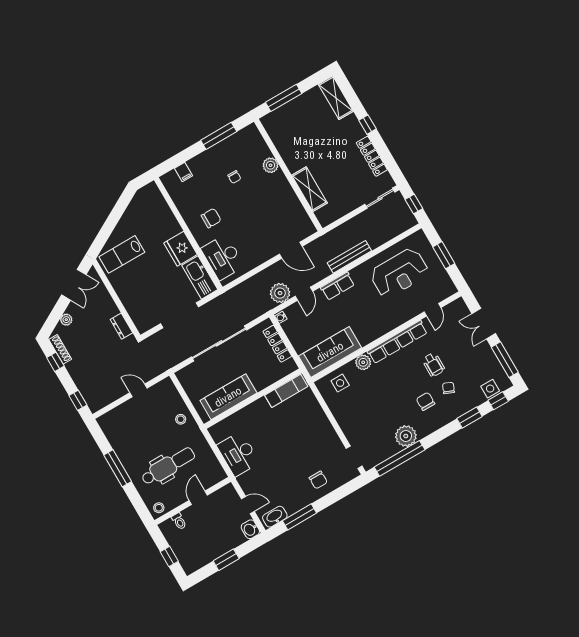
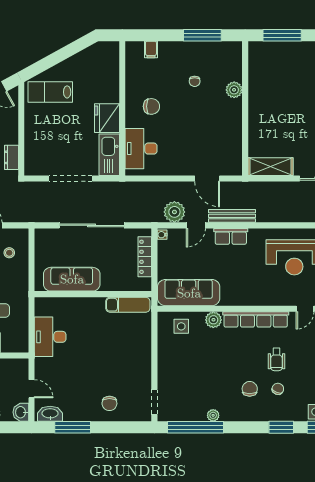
shelving: (310, 189) -> (270, 167), moved, turned 90
bench: (349, 257) -> (232, 216), moved
stool: (181, 419) -> (9, 253), moved
plant: (406, 436) -> (213, 415), width x0.53, depth x0.53

